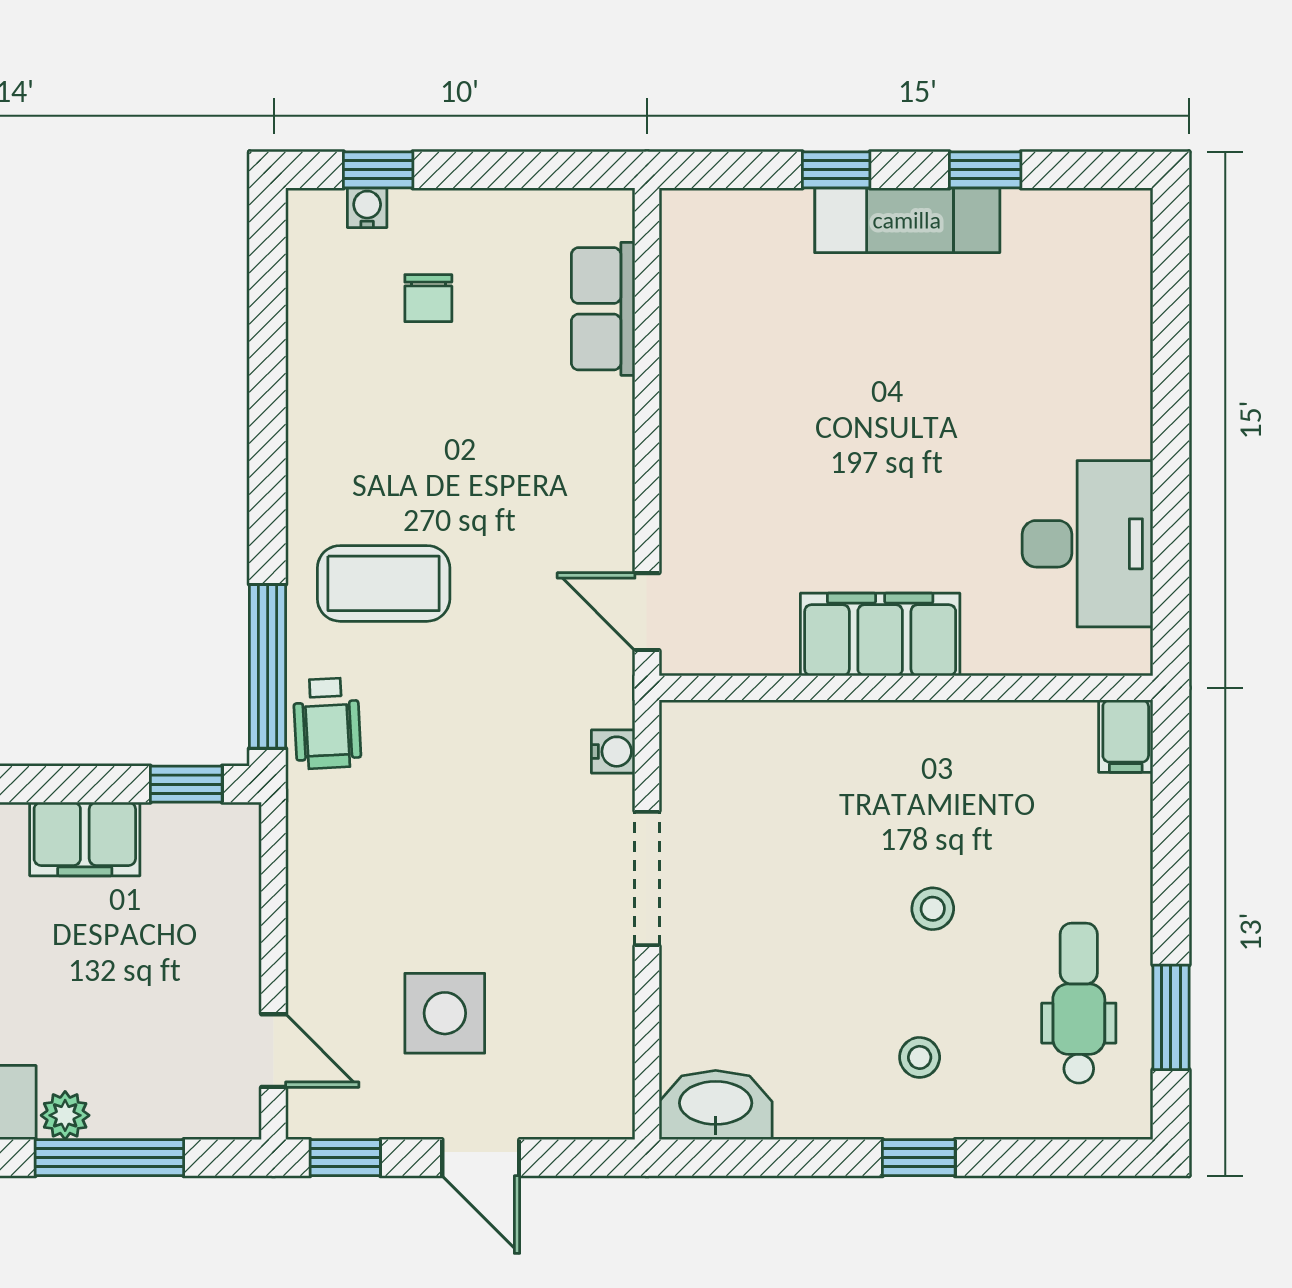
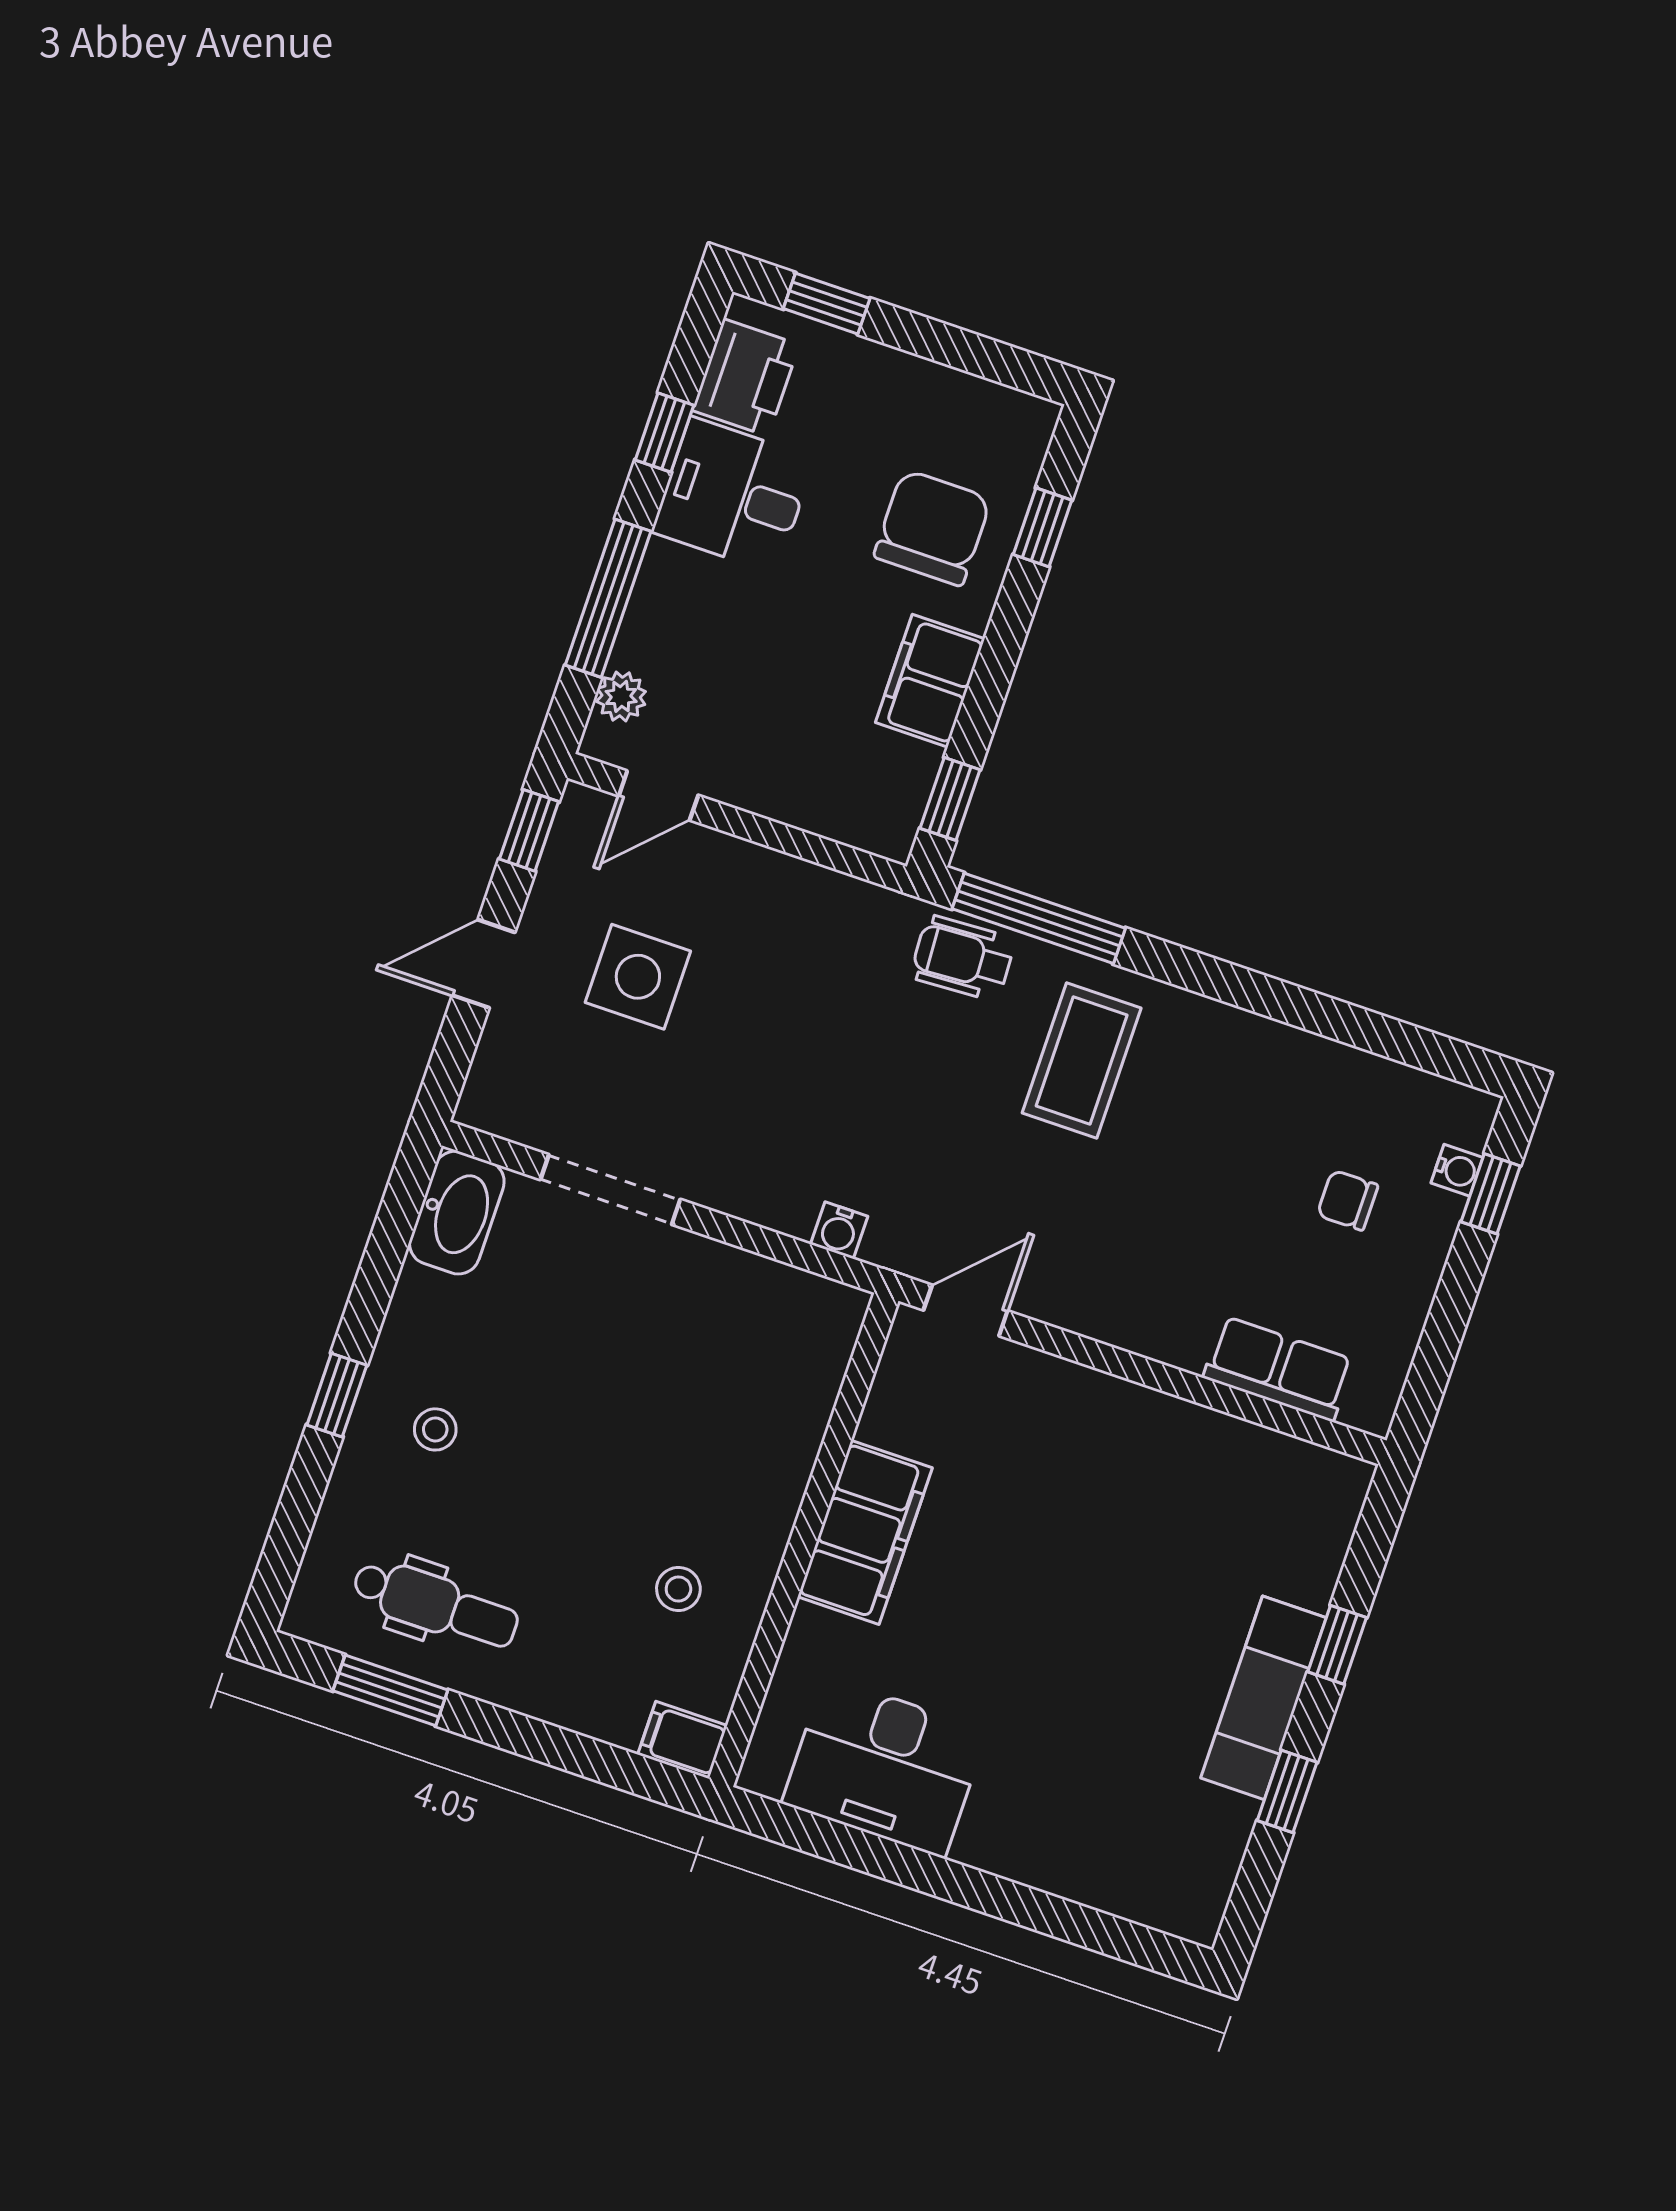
doorway: (647, 878) -> (610, 1189), moved
stool: (933, 909) -> (678, 1589), moved
plant: (65, 1115) -> (621, 696), moved

